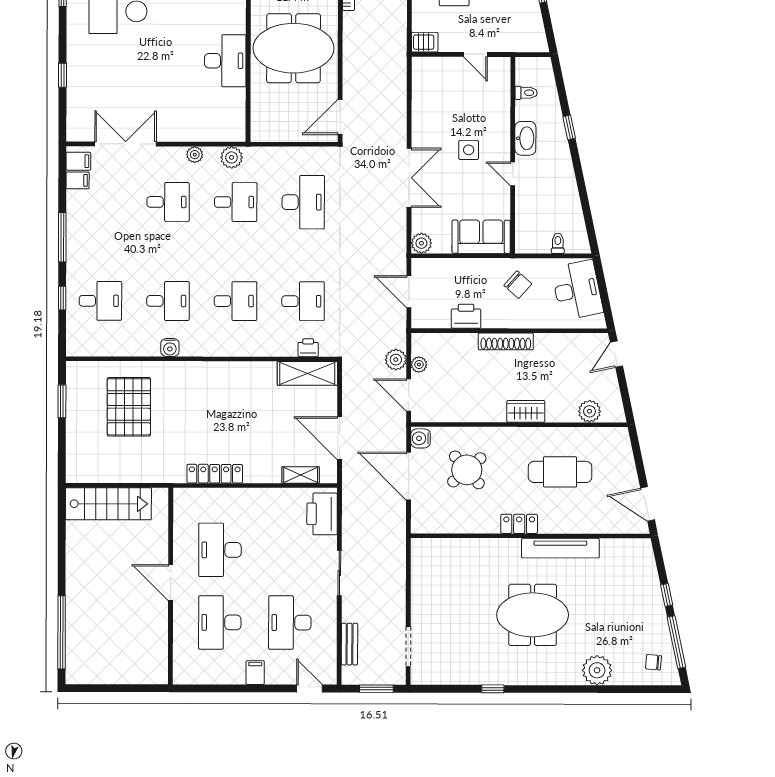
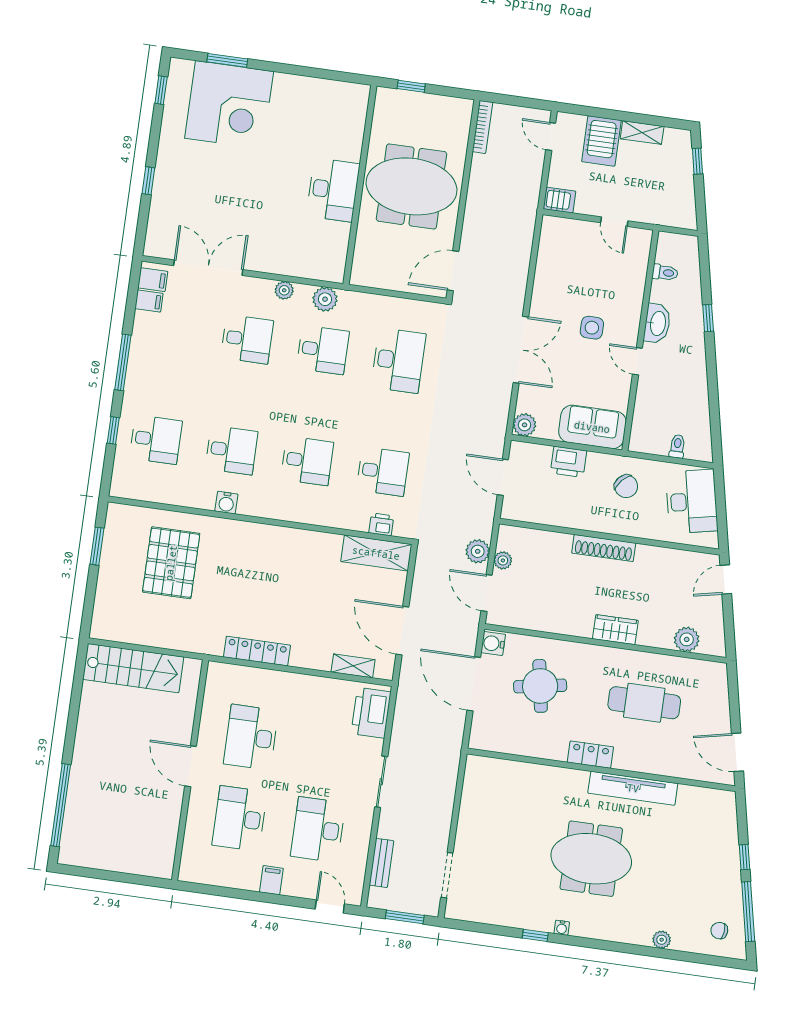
printer: (466, 316) -> (569, 462), moved, turned 180
round table: (467, 470) -> (540, 686), turned 31
plant: (597, 670) -> (662, 940), width x0.53, depth x0.53
water cooler: (515, 679) -> (562, 928), added

